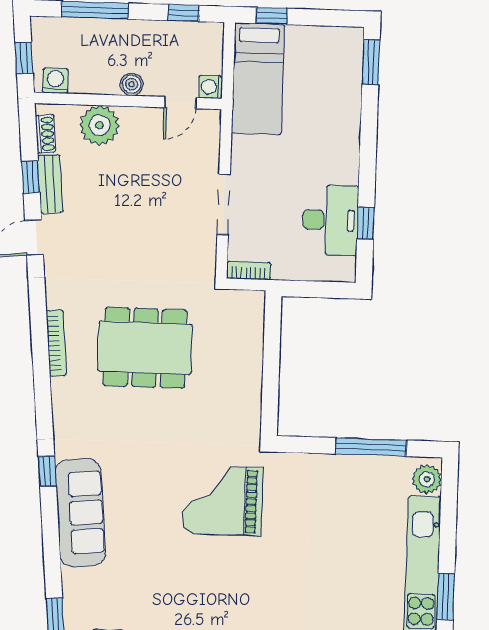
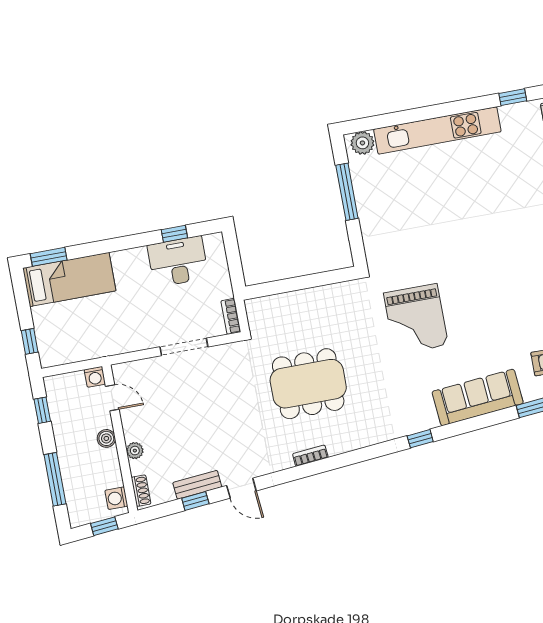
bed: (258, 79) -> (69, 279), moved
plant: (99, 125) -> (135, 451), width x0.53, depth x0.53
shoe rack: (45, 134) -> (141, 491), moved, turned 95
bookcase: (56, 343) -> (310, 456), width x0.64
dining table: (145, 348) -> (308, 384), turned 90
grand piano: (223, 501) -> (416, 319), moved
sofa: (80, 513) -> (478, 397), moved
window: (446, 597) -> (450, 109), removed

